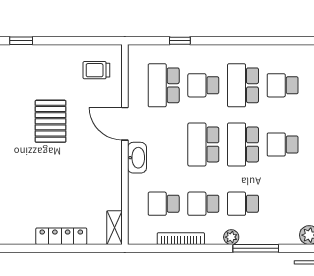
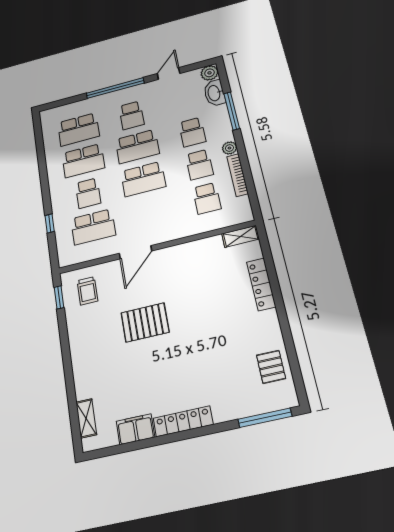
window: (21, 41) -> (59, 297), moved
school desk: (283, 85) -> (78, 129), width x1.85
washbasin: (137, 158) -> (214, 93), moved, turned -90
plant: (231, 237) -> (229, 148), moved

